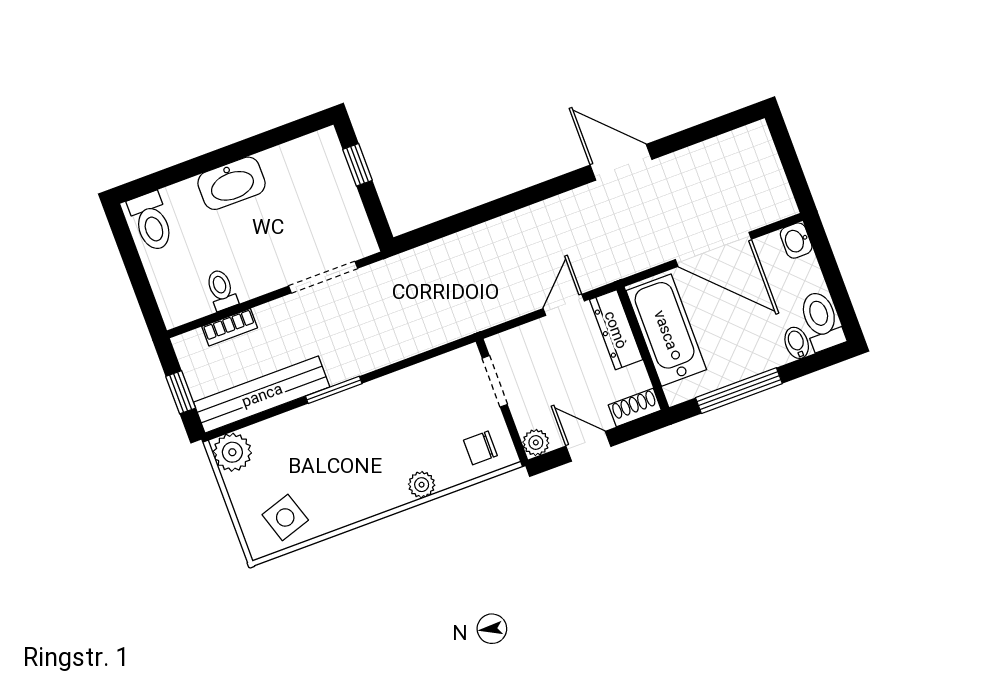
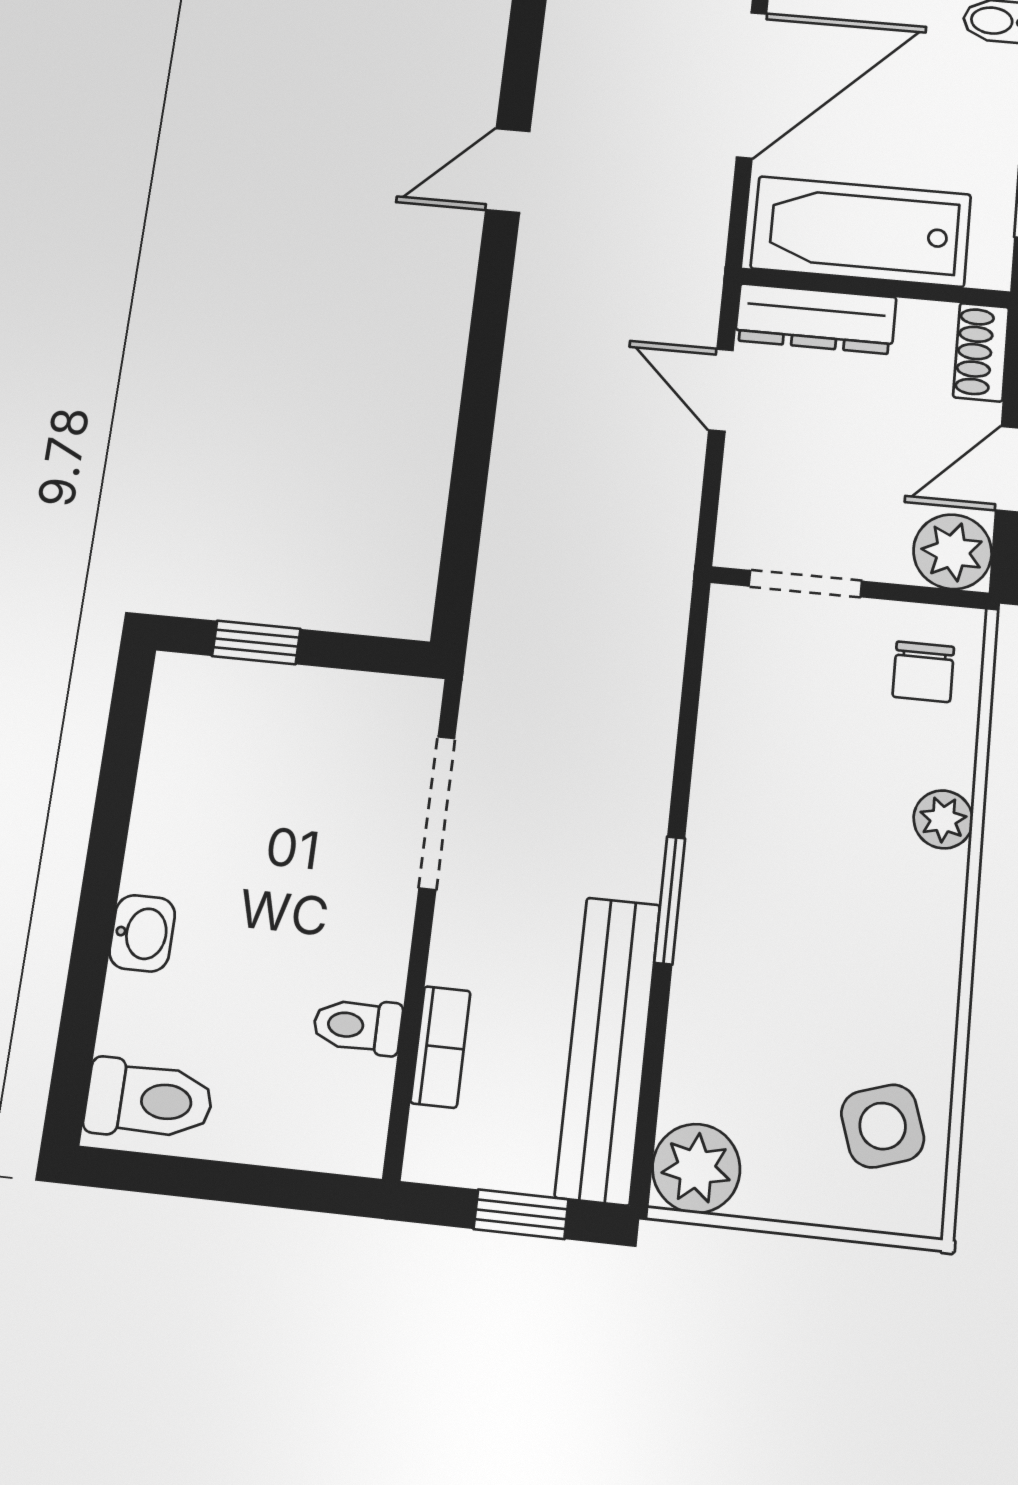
door: (621, 162) -> (508, 170), width x0.73
washbasin: (232, 183) -> (142, 933), width x0.52, depth x0.69
plant: (536, 443) -> (953, 552), width x1.38, depth x1.38

